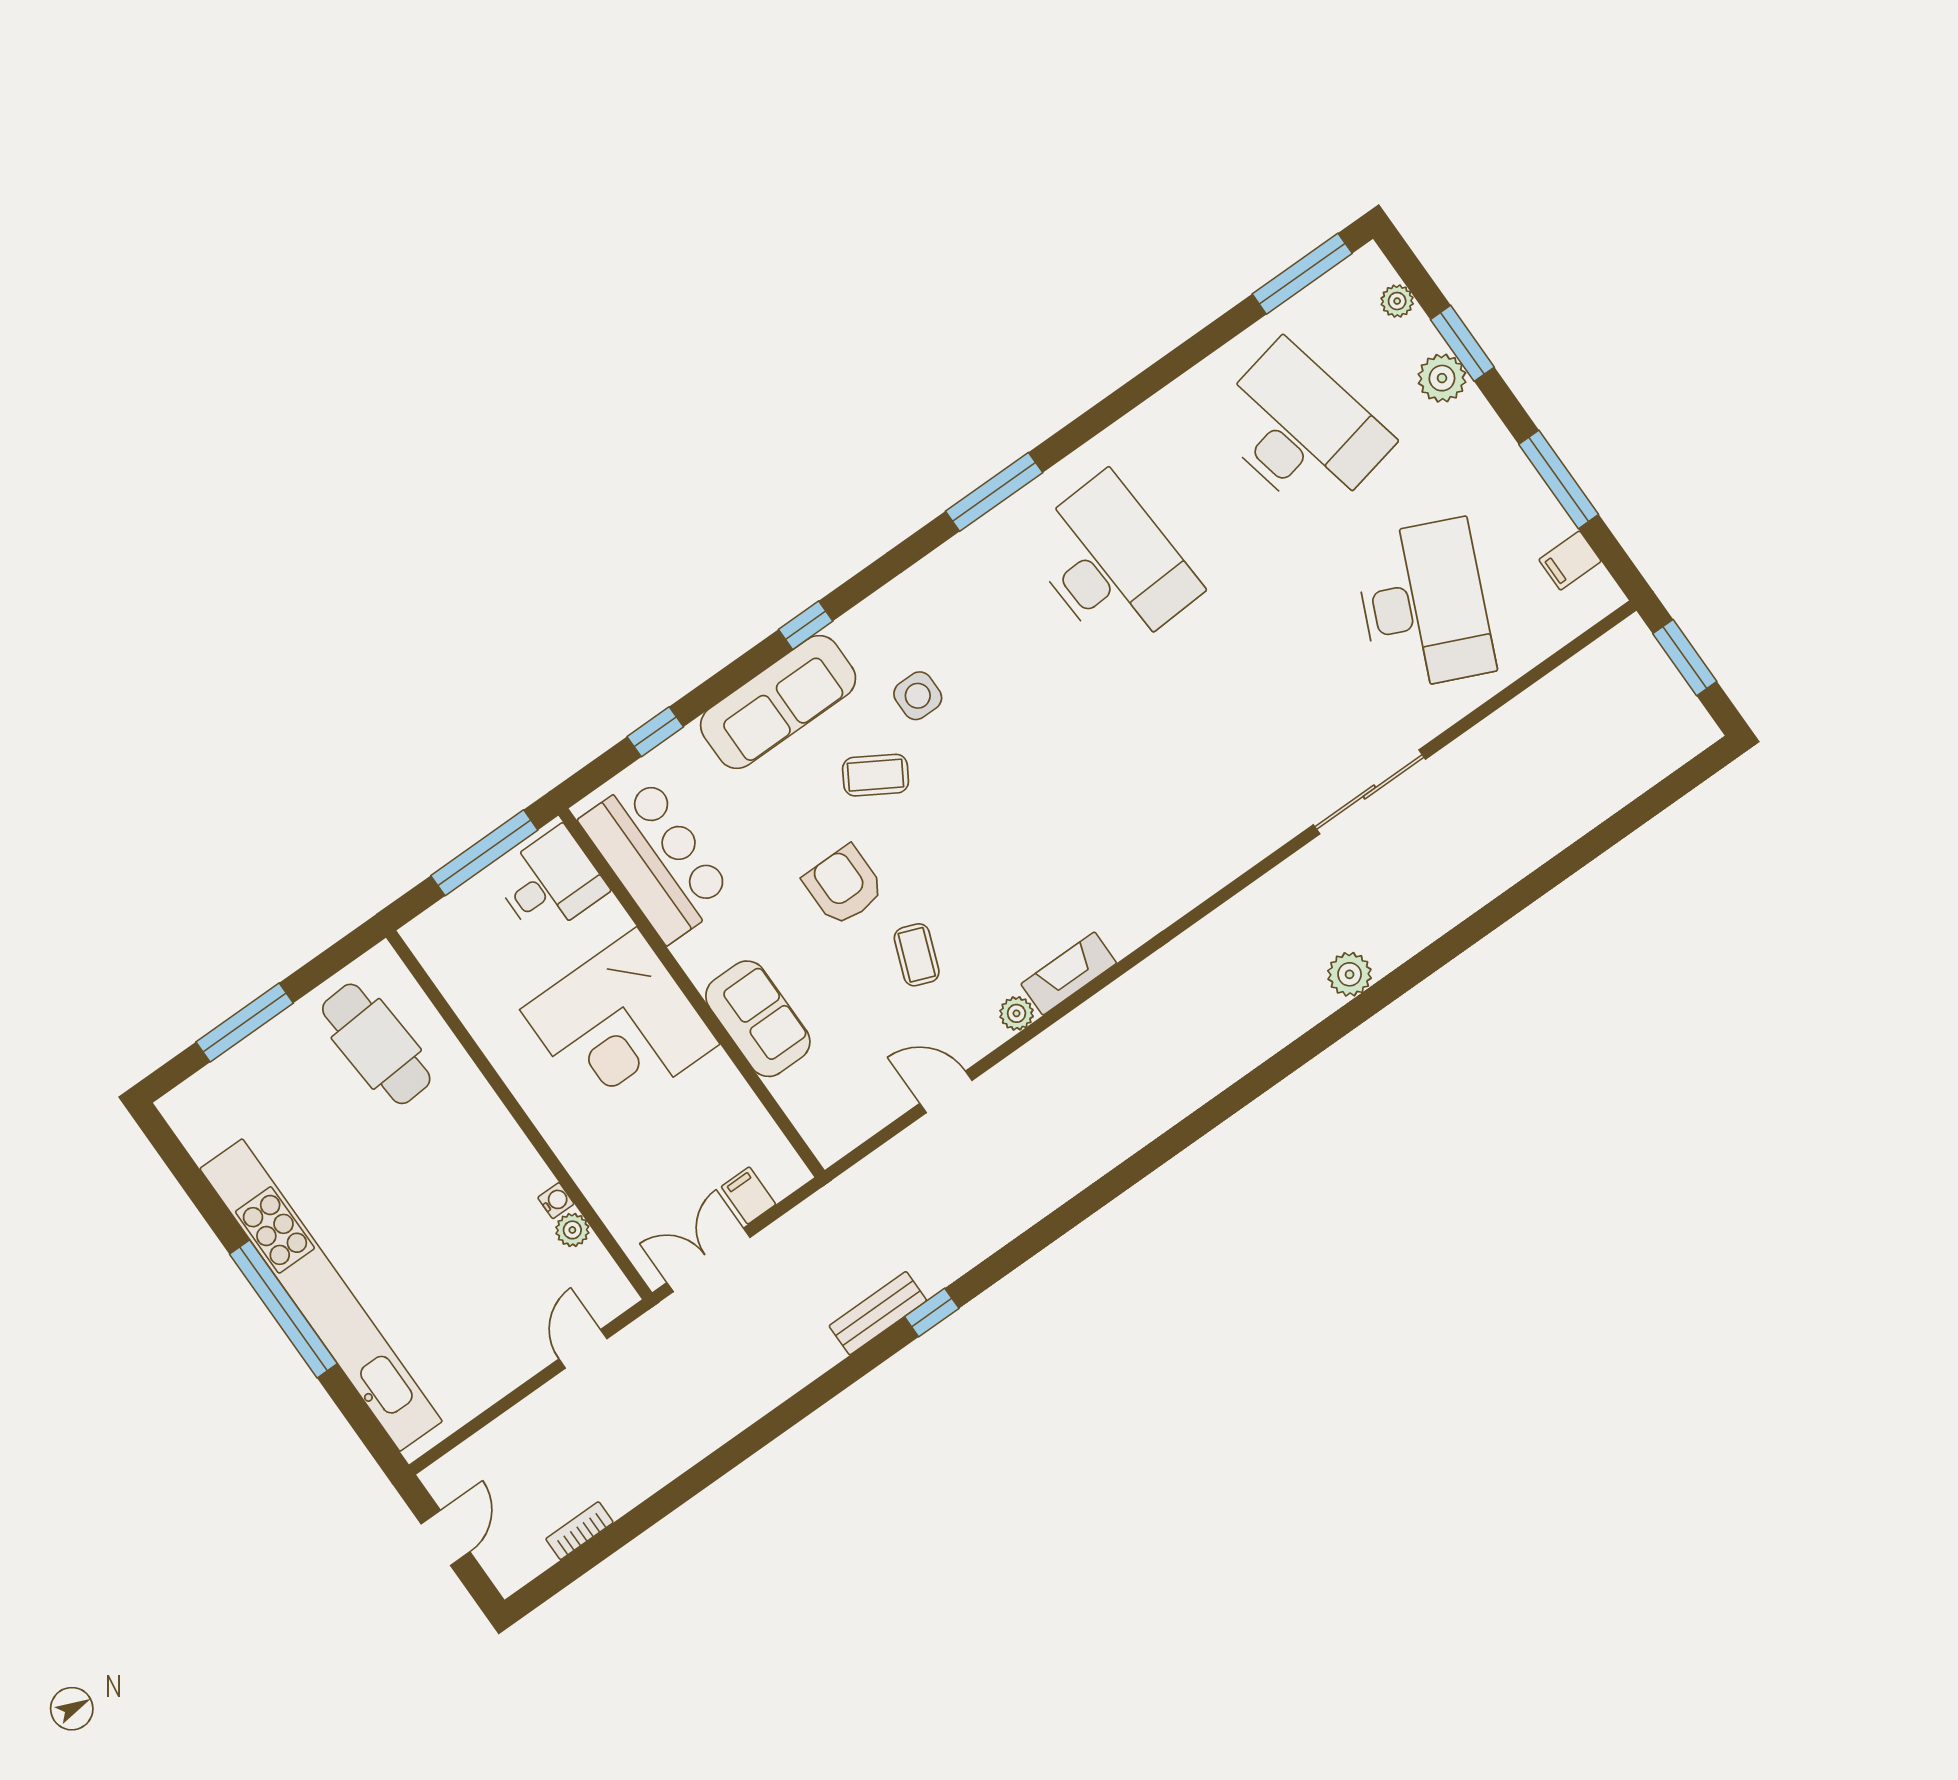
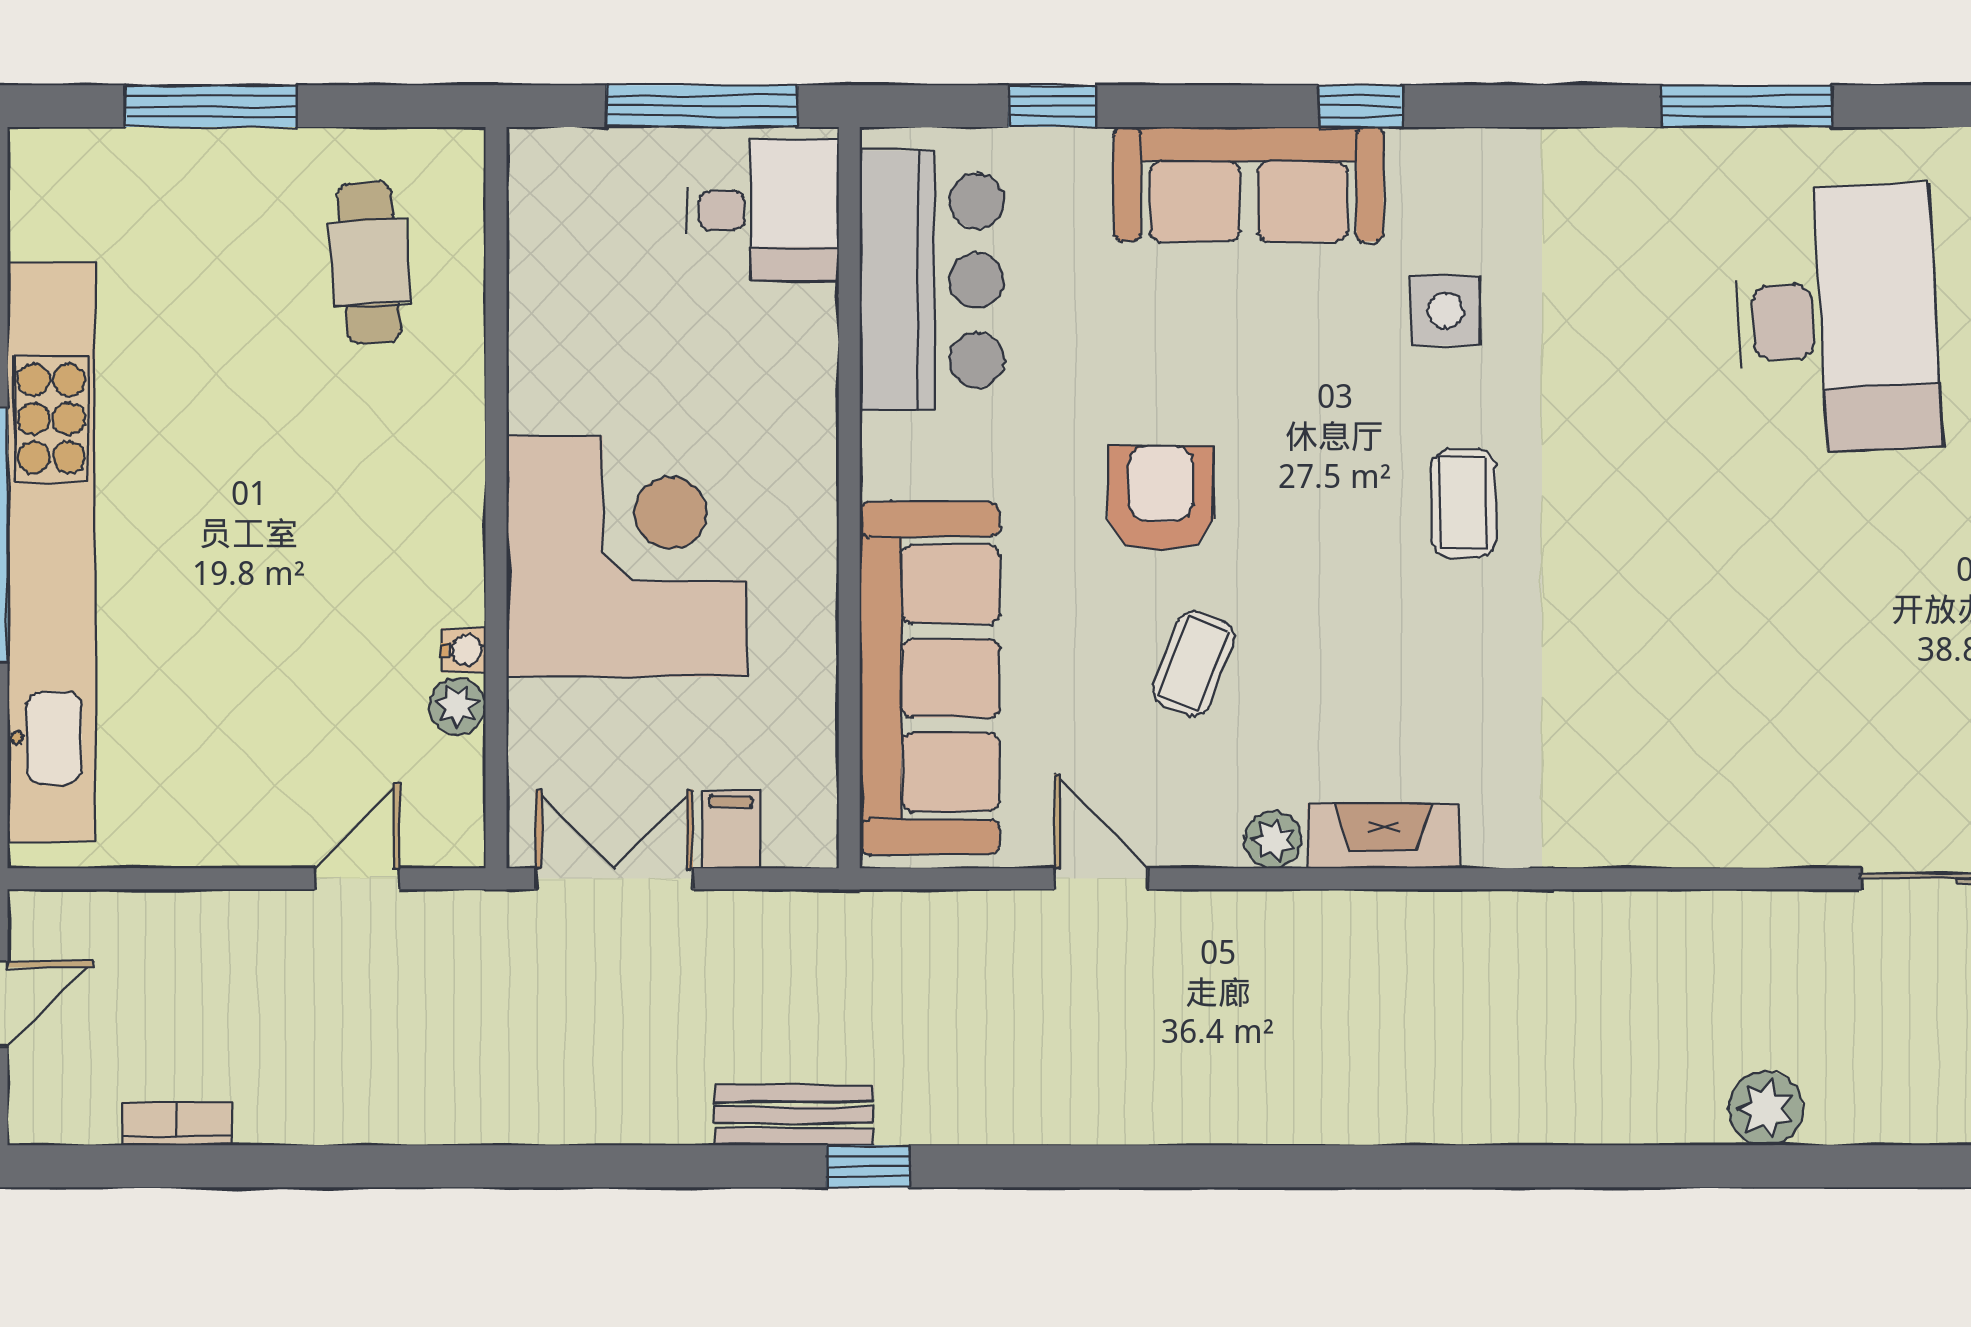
coffee table: (876, 775) -> (1463, 503), moved, turned 59
sofa: (758, 1019) -> (930, 678), width x1.85, depth x1.27
corner desk: (620, 1027) -> (627, 556), moved, turned 180
cafe table: (376, 1044) -> (370, 263), width x0.73, depth x0.74

